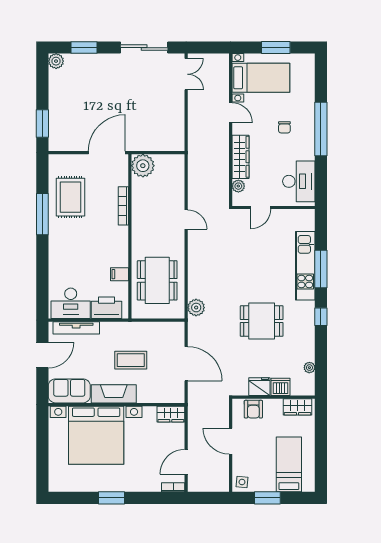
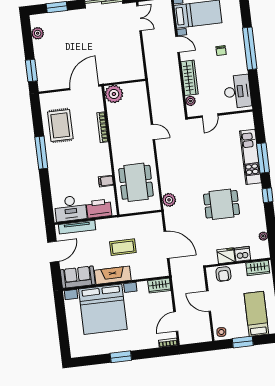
plant: (56, 61) -> (38, 33), moved
window: (42, 214) -> (41, 153), moved

